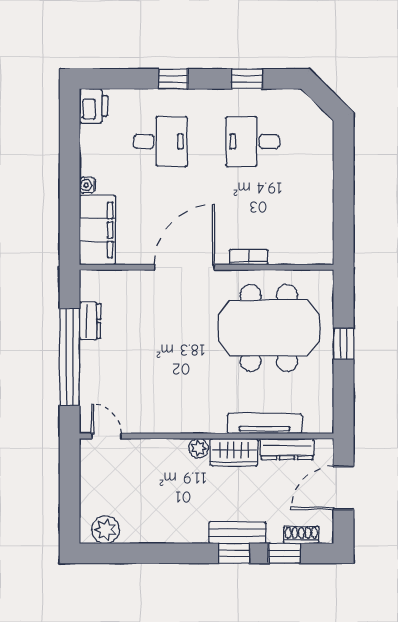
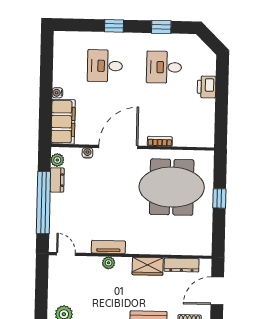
printer: (94, 106) -> (207, 87), moved, turned 180
desk: (160, 141) -> (105, 66), turned 180
water cooler: (136, 278) -> (87, 153), added
plant: (90, 290) -> (57, 160), added
tv unit: (264, 424) -> (108, 247), moved, width x0.71
plant: (199, 448) -> (109, 263), moved

